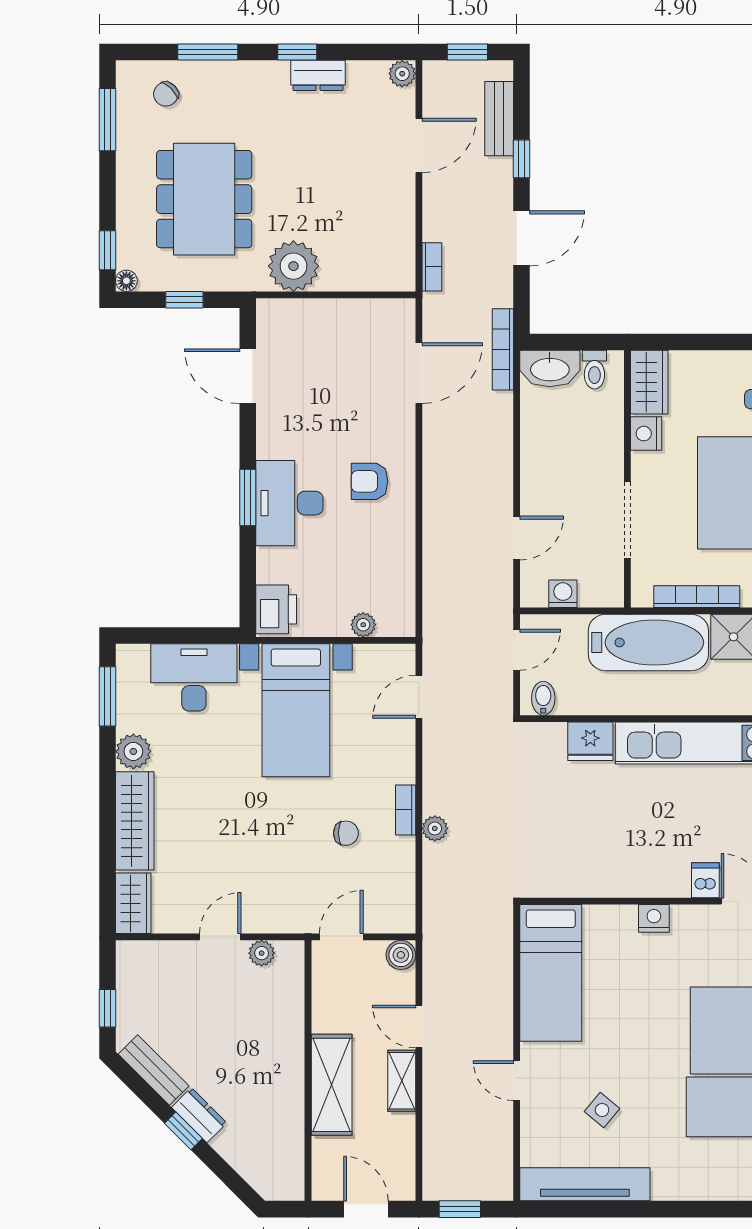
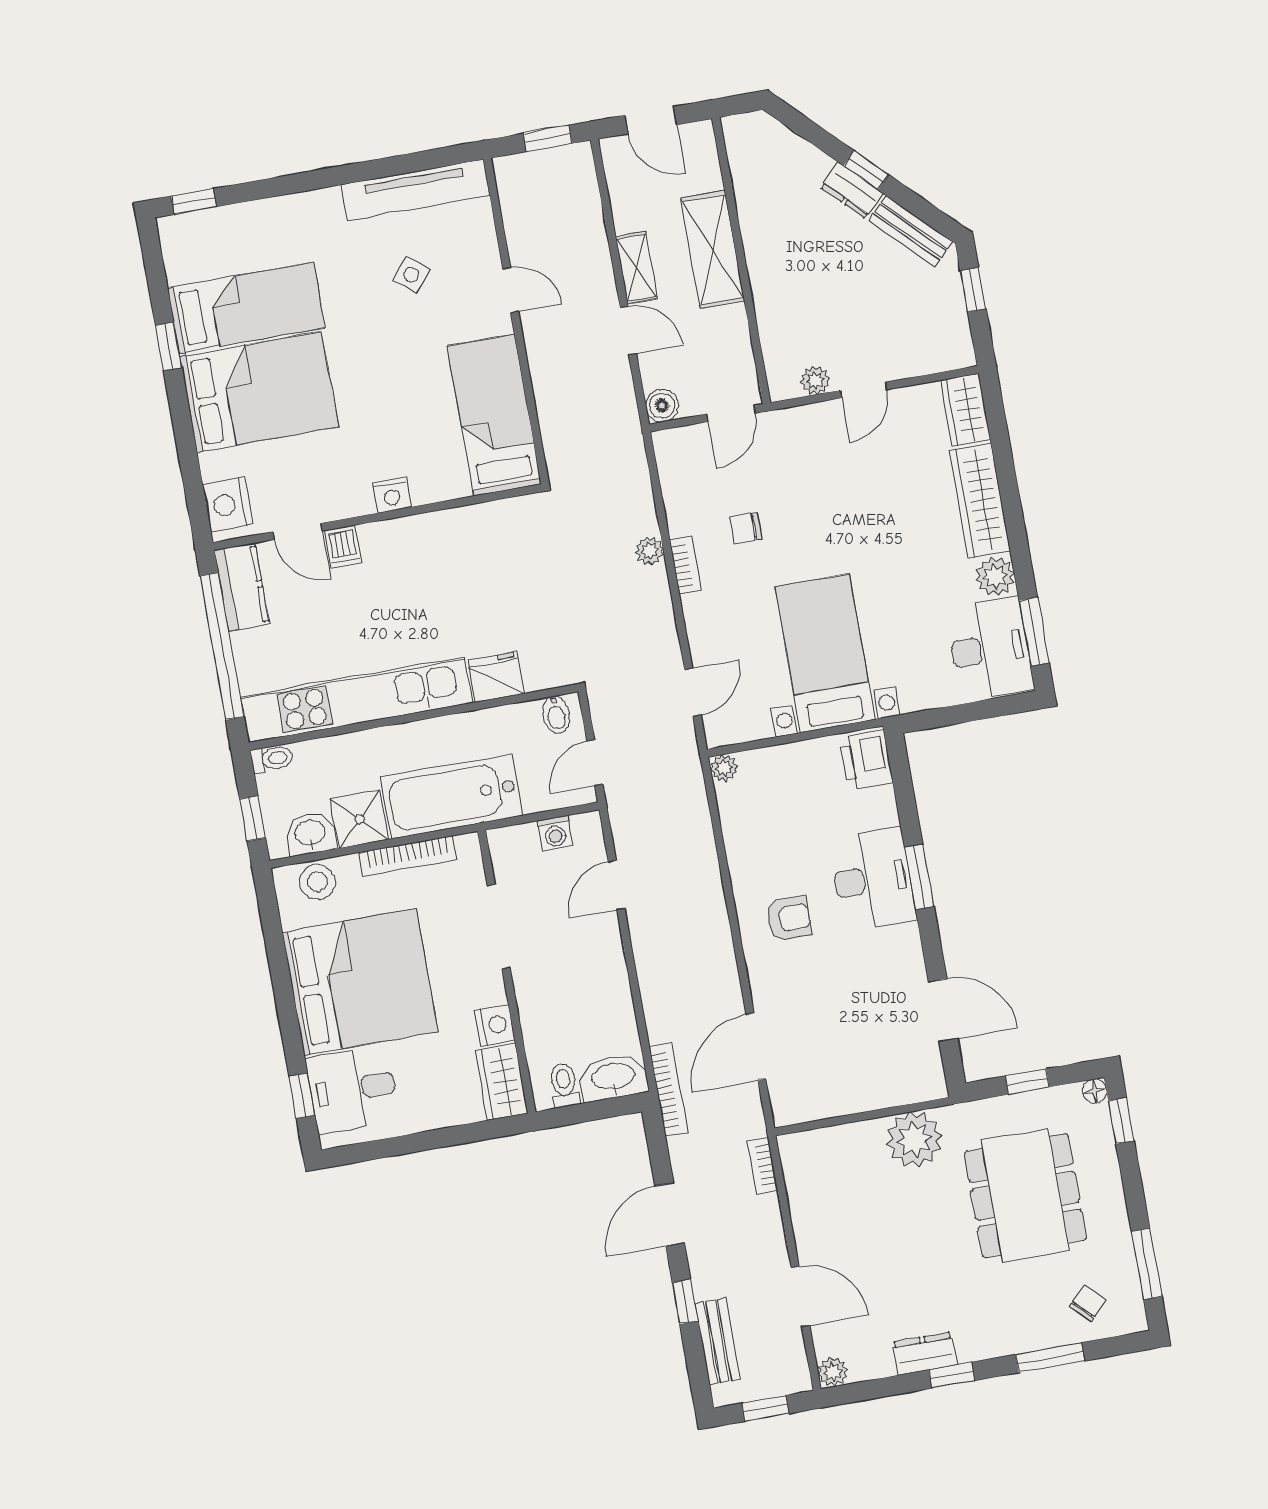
door: (419, 145) -> (800, 1296), swing flipped
plant: (363, 625) -> (724, 768), moved
desk: (194, 677) -> (990, 649), moved, turned -90

